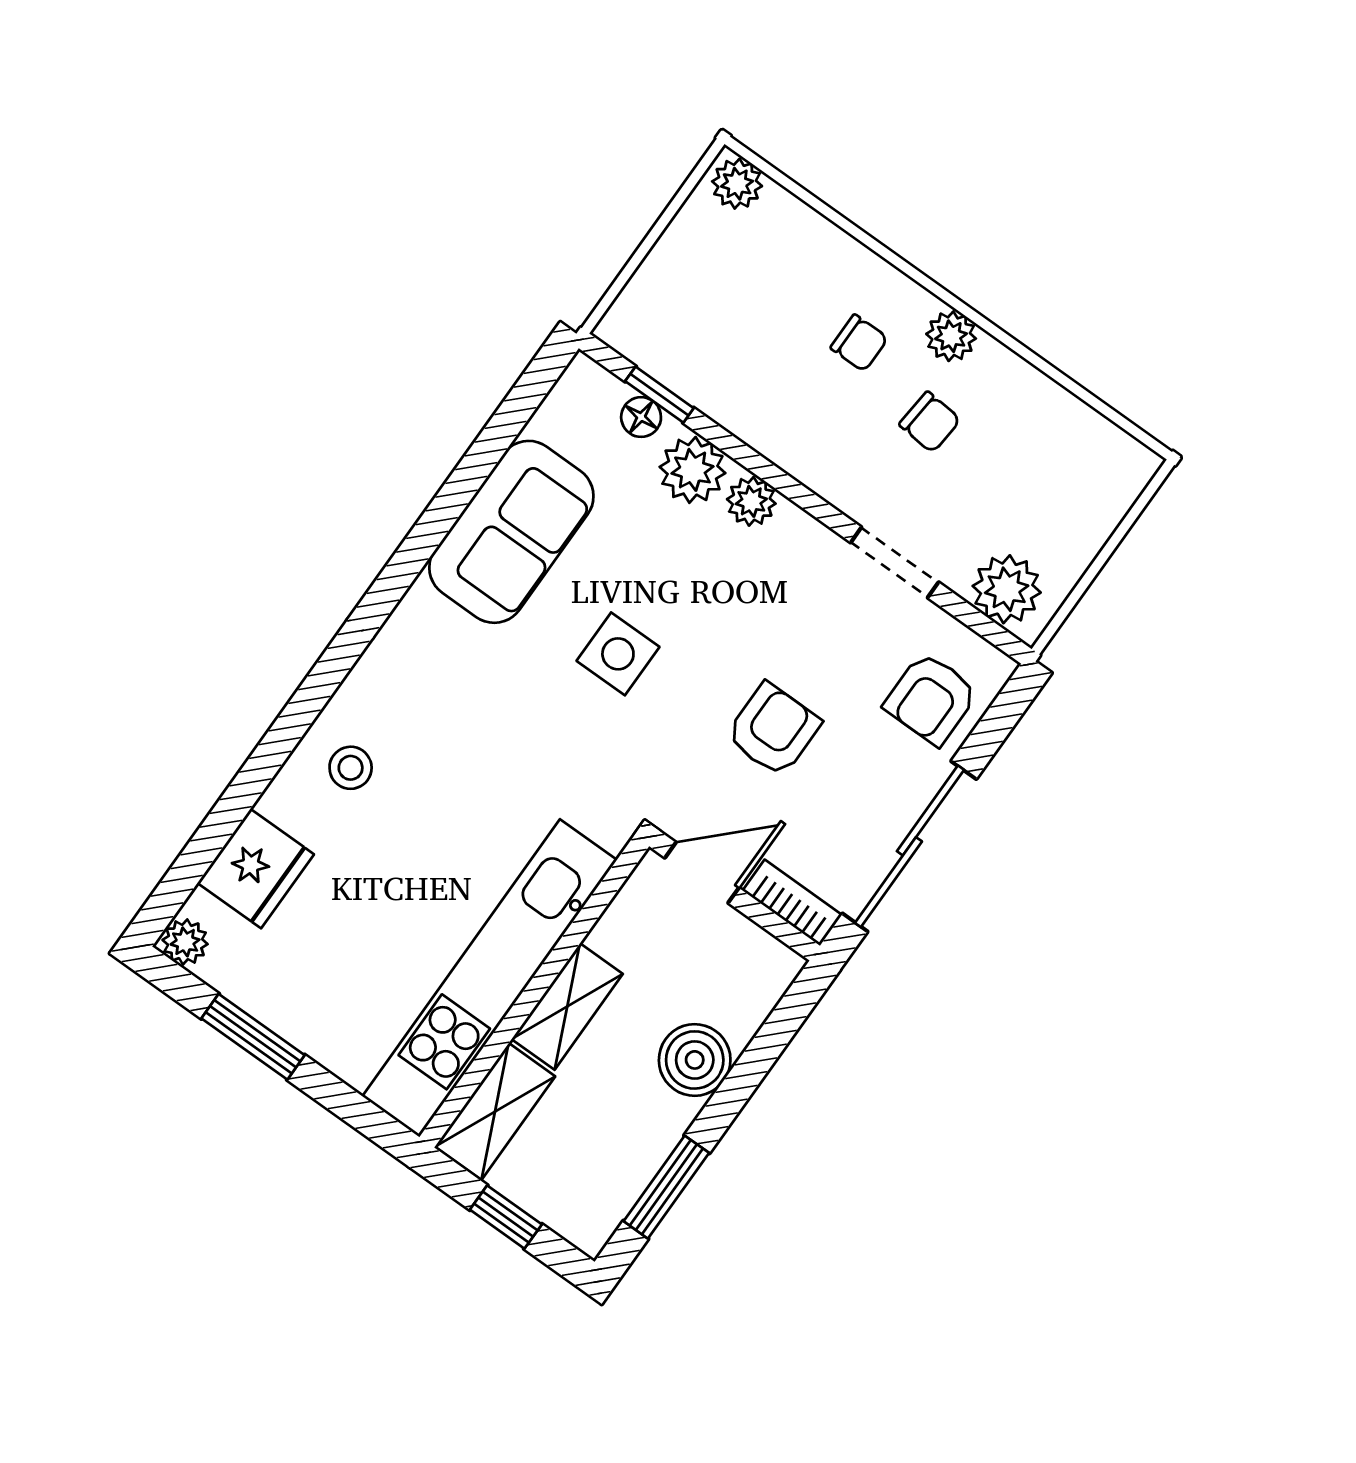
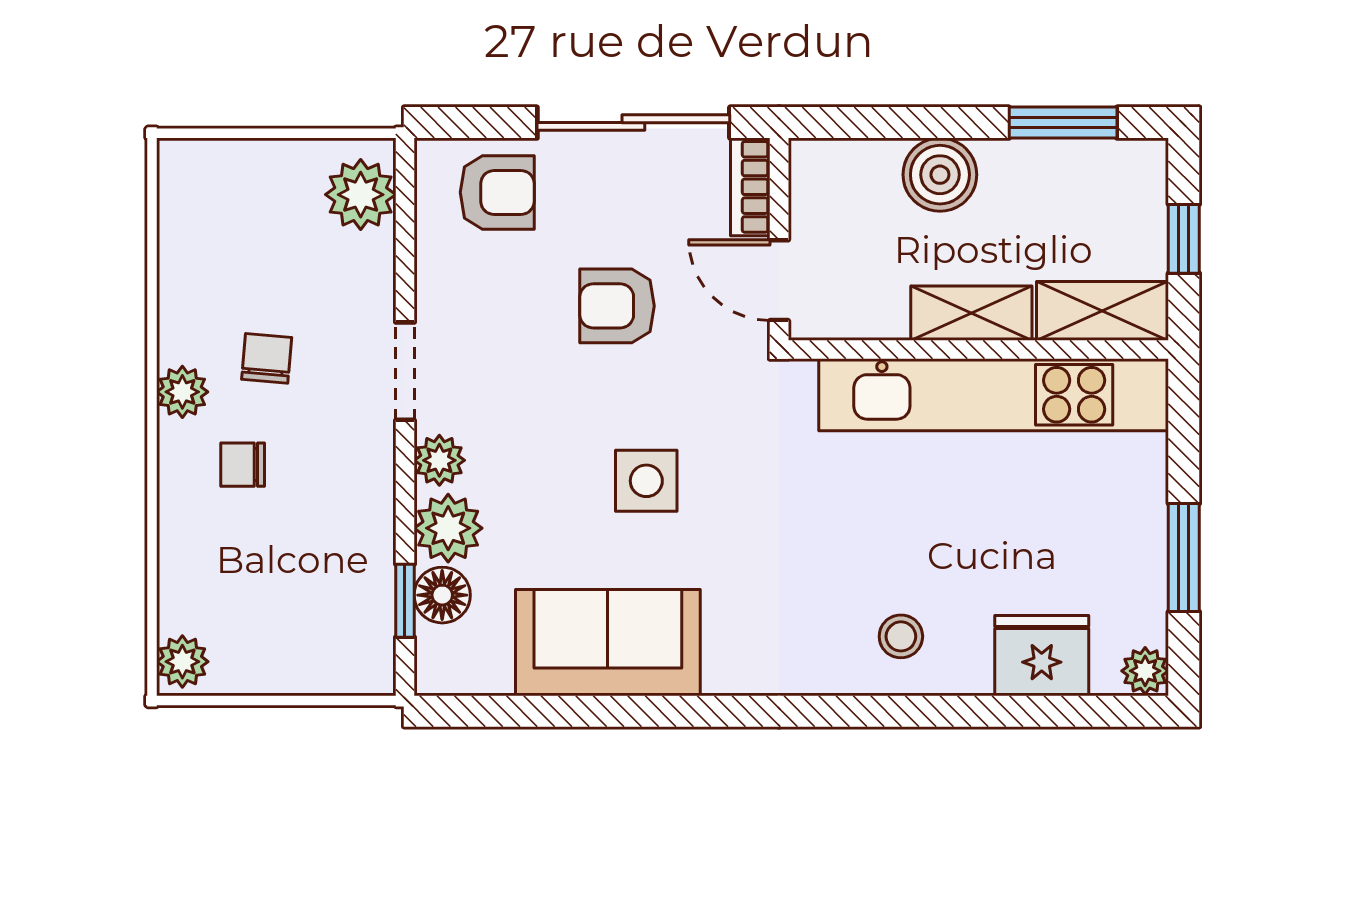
chair: (859, 343) -> (243, 465), turned -90
floor lamp: (641, 417) -> (442, 595), width x1.37, depth x1.37
doorway: (895, 562) -> (405, 371), moved

